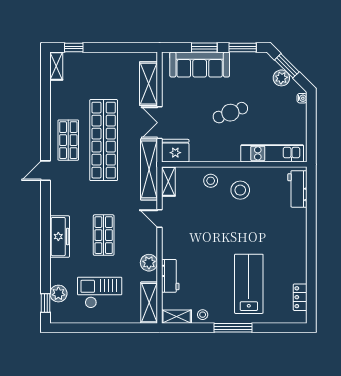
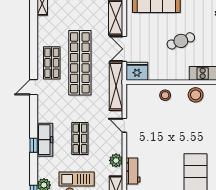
shelving: (168, 181) -> (132, 96), removed
stool: (240, 190) -> (196, 95), moved
window: (46, 244) -> (34, 145), added

